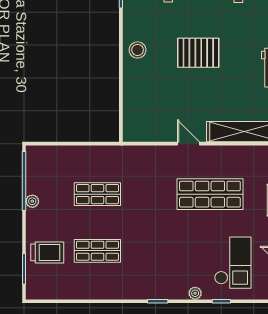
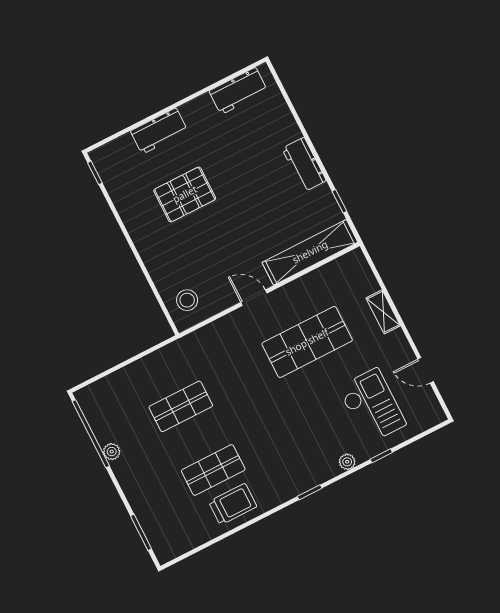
stool: (138, 50) -> (187, 300), moved
pallet: (198, 53) -> (185, 194), moved
trolley: (47, 252) -> (233, 504), moved

